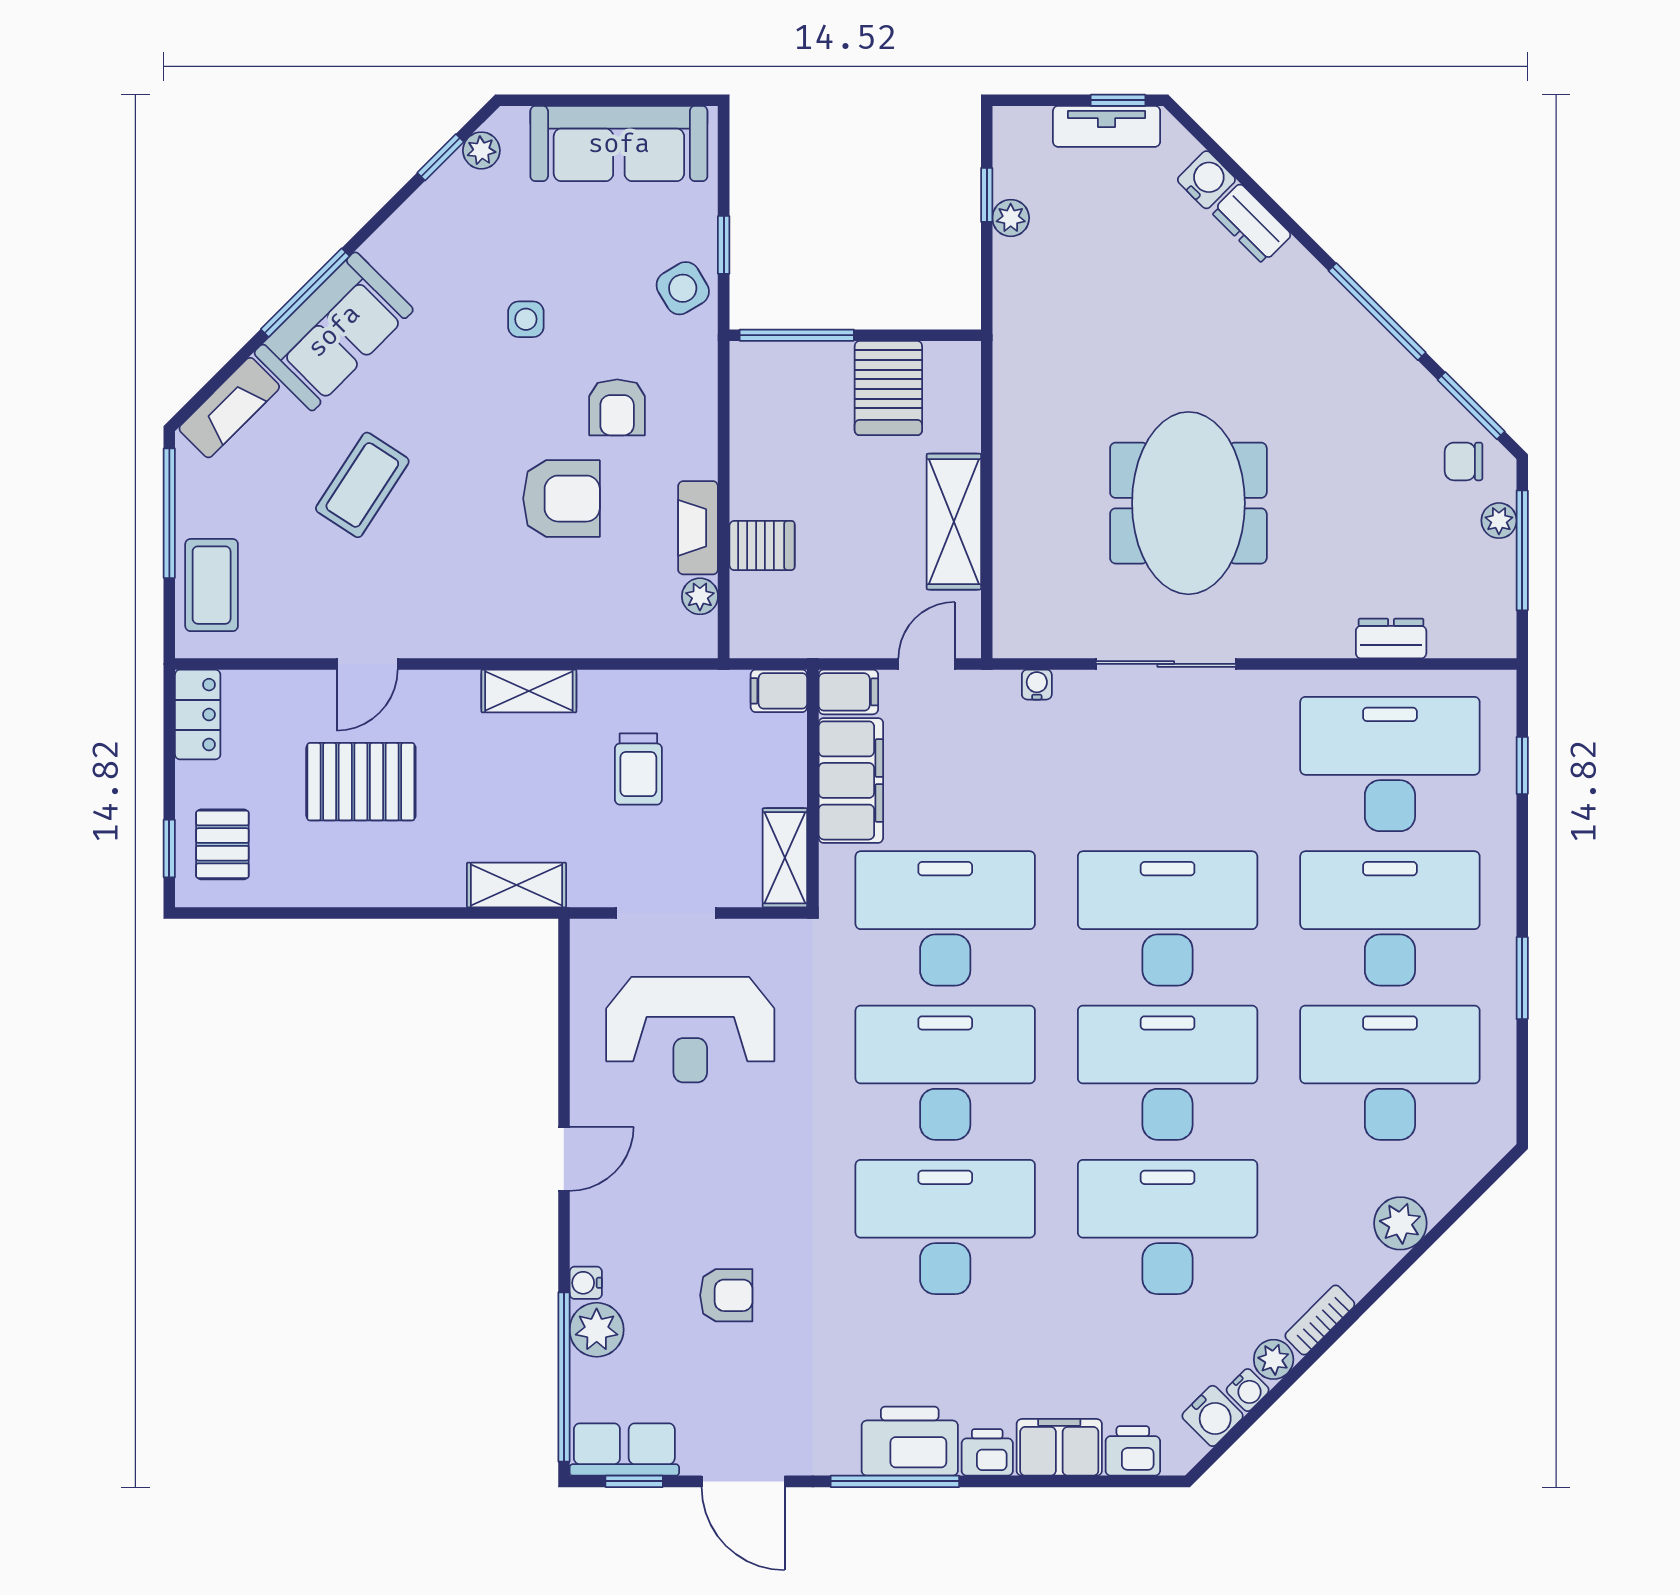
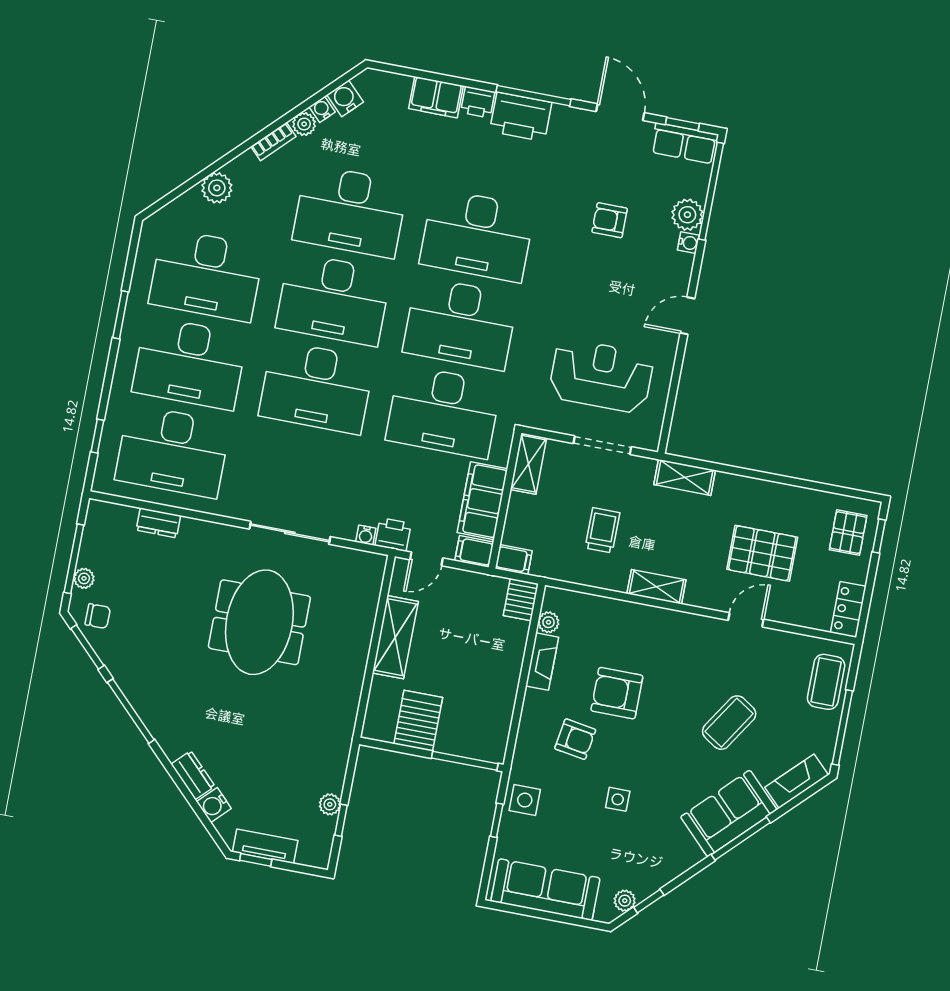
side table: (683, 288) -> (525, 800), turned 31
armchair: (617, 407) -> (575, 739), turned 99
server rack: (762, 545) -> (521, 600), moved, turned -90
printer: (1133, 1451) -> (393, 535), moved, turned 180

